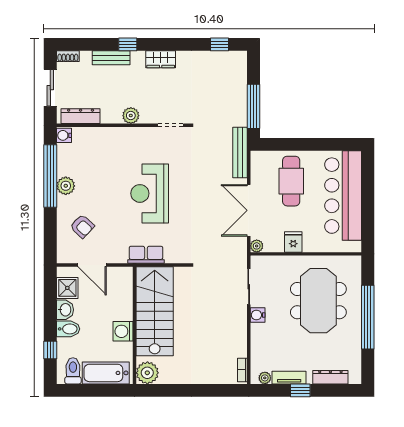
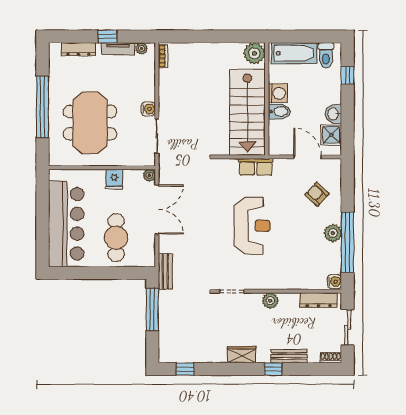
bench: (240, 152) -> (165, 272), width x0.73
bidet: (68, 329) -> (279, 112), moved, turned 180

